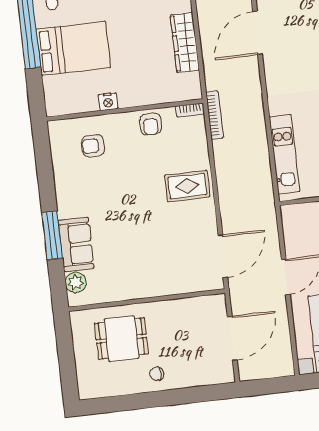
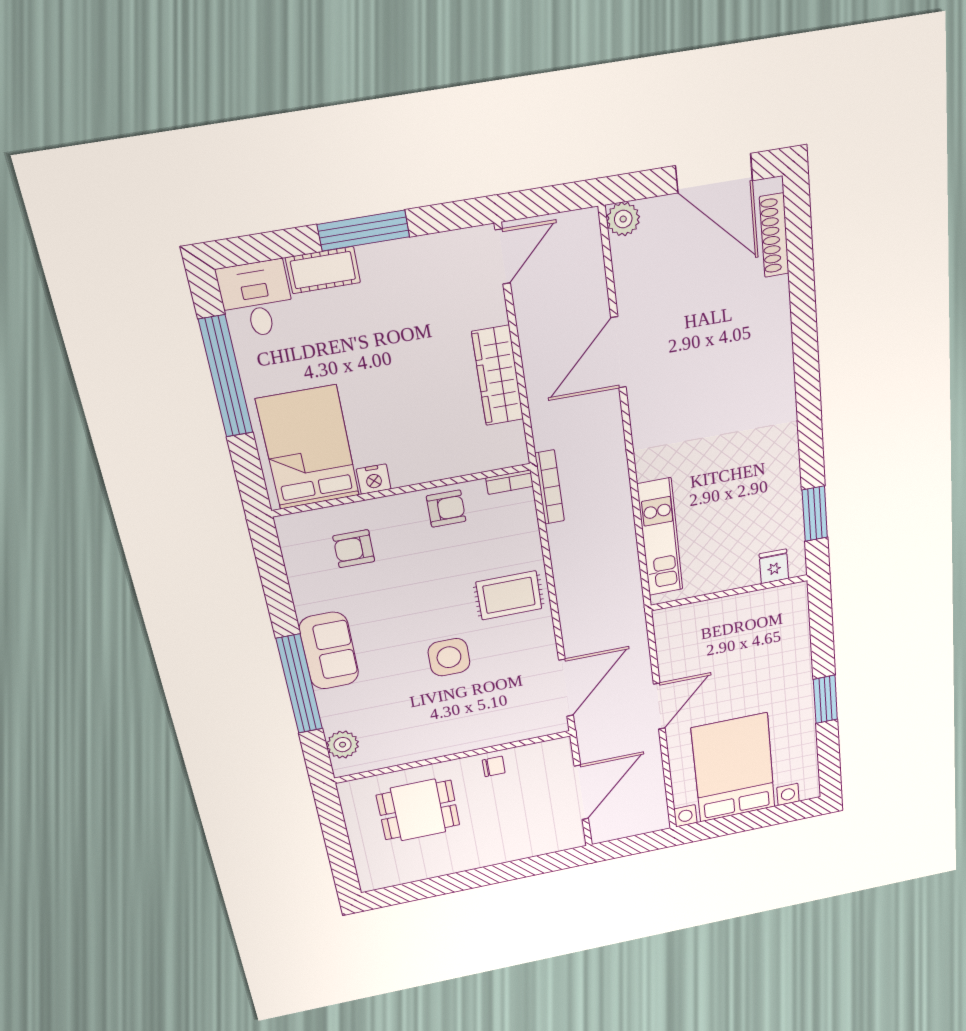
bed: (73, 48) -> (308, 448), moved, turned -90
armchair: (151, 124) -> (446, 509), turned -90
side table: (147, 226) -> (449, 657), added
window: (52, 235) -> (299, 684), width x1.46
sofa: (76, 244) -> (329, 651), moved
chair: (157, 374) -> (494, 766), moved, turned 180

